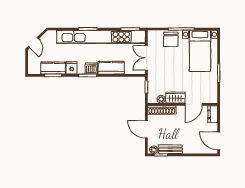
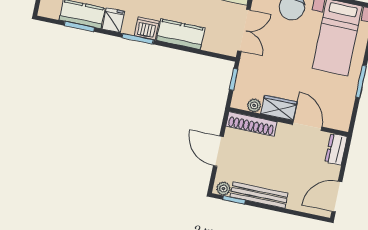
double door: (146, 58) -> (244, 30), swing flipped
door: (194, 104) -> (307, 126), swing flipped
door: (219, 141) -> (337, 197), hinge flipped
bench: (170, 149) -> (259, 195), width x1.36

